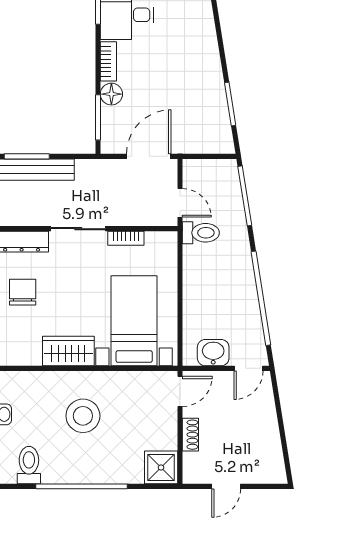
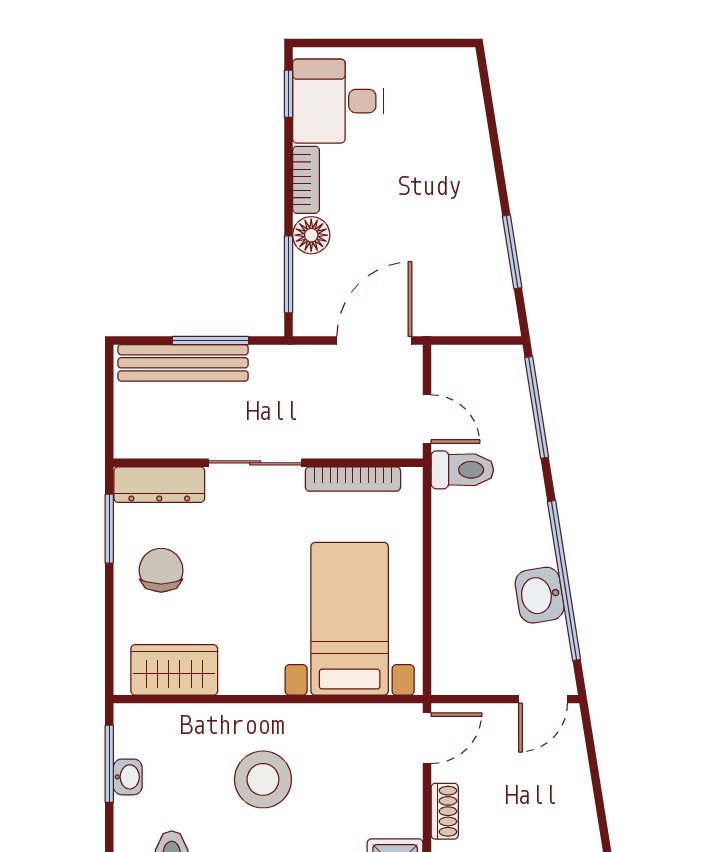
window: (27, 156) -> (210, 341), moved
bookcase: (126, 238) -> (353, 479), width x1.56
wardrobe: (68, 351) -> (174, 670), moved
washbasin: (213, 353) -> (540, 595), moved, turned -99

